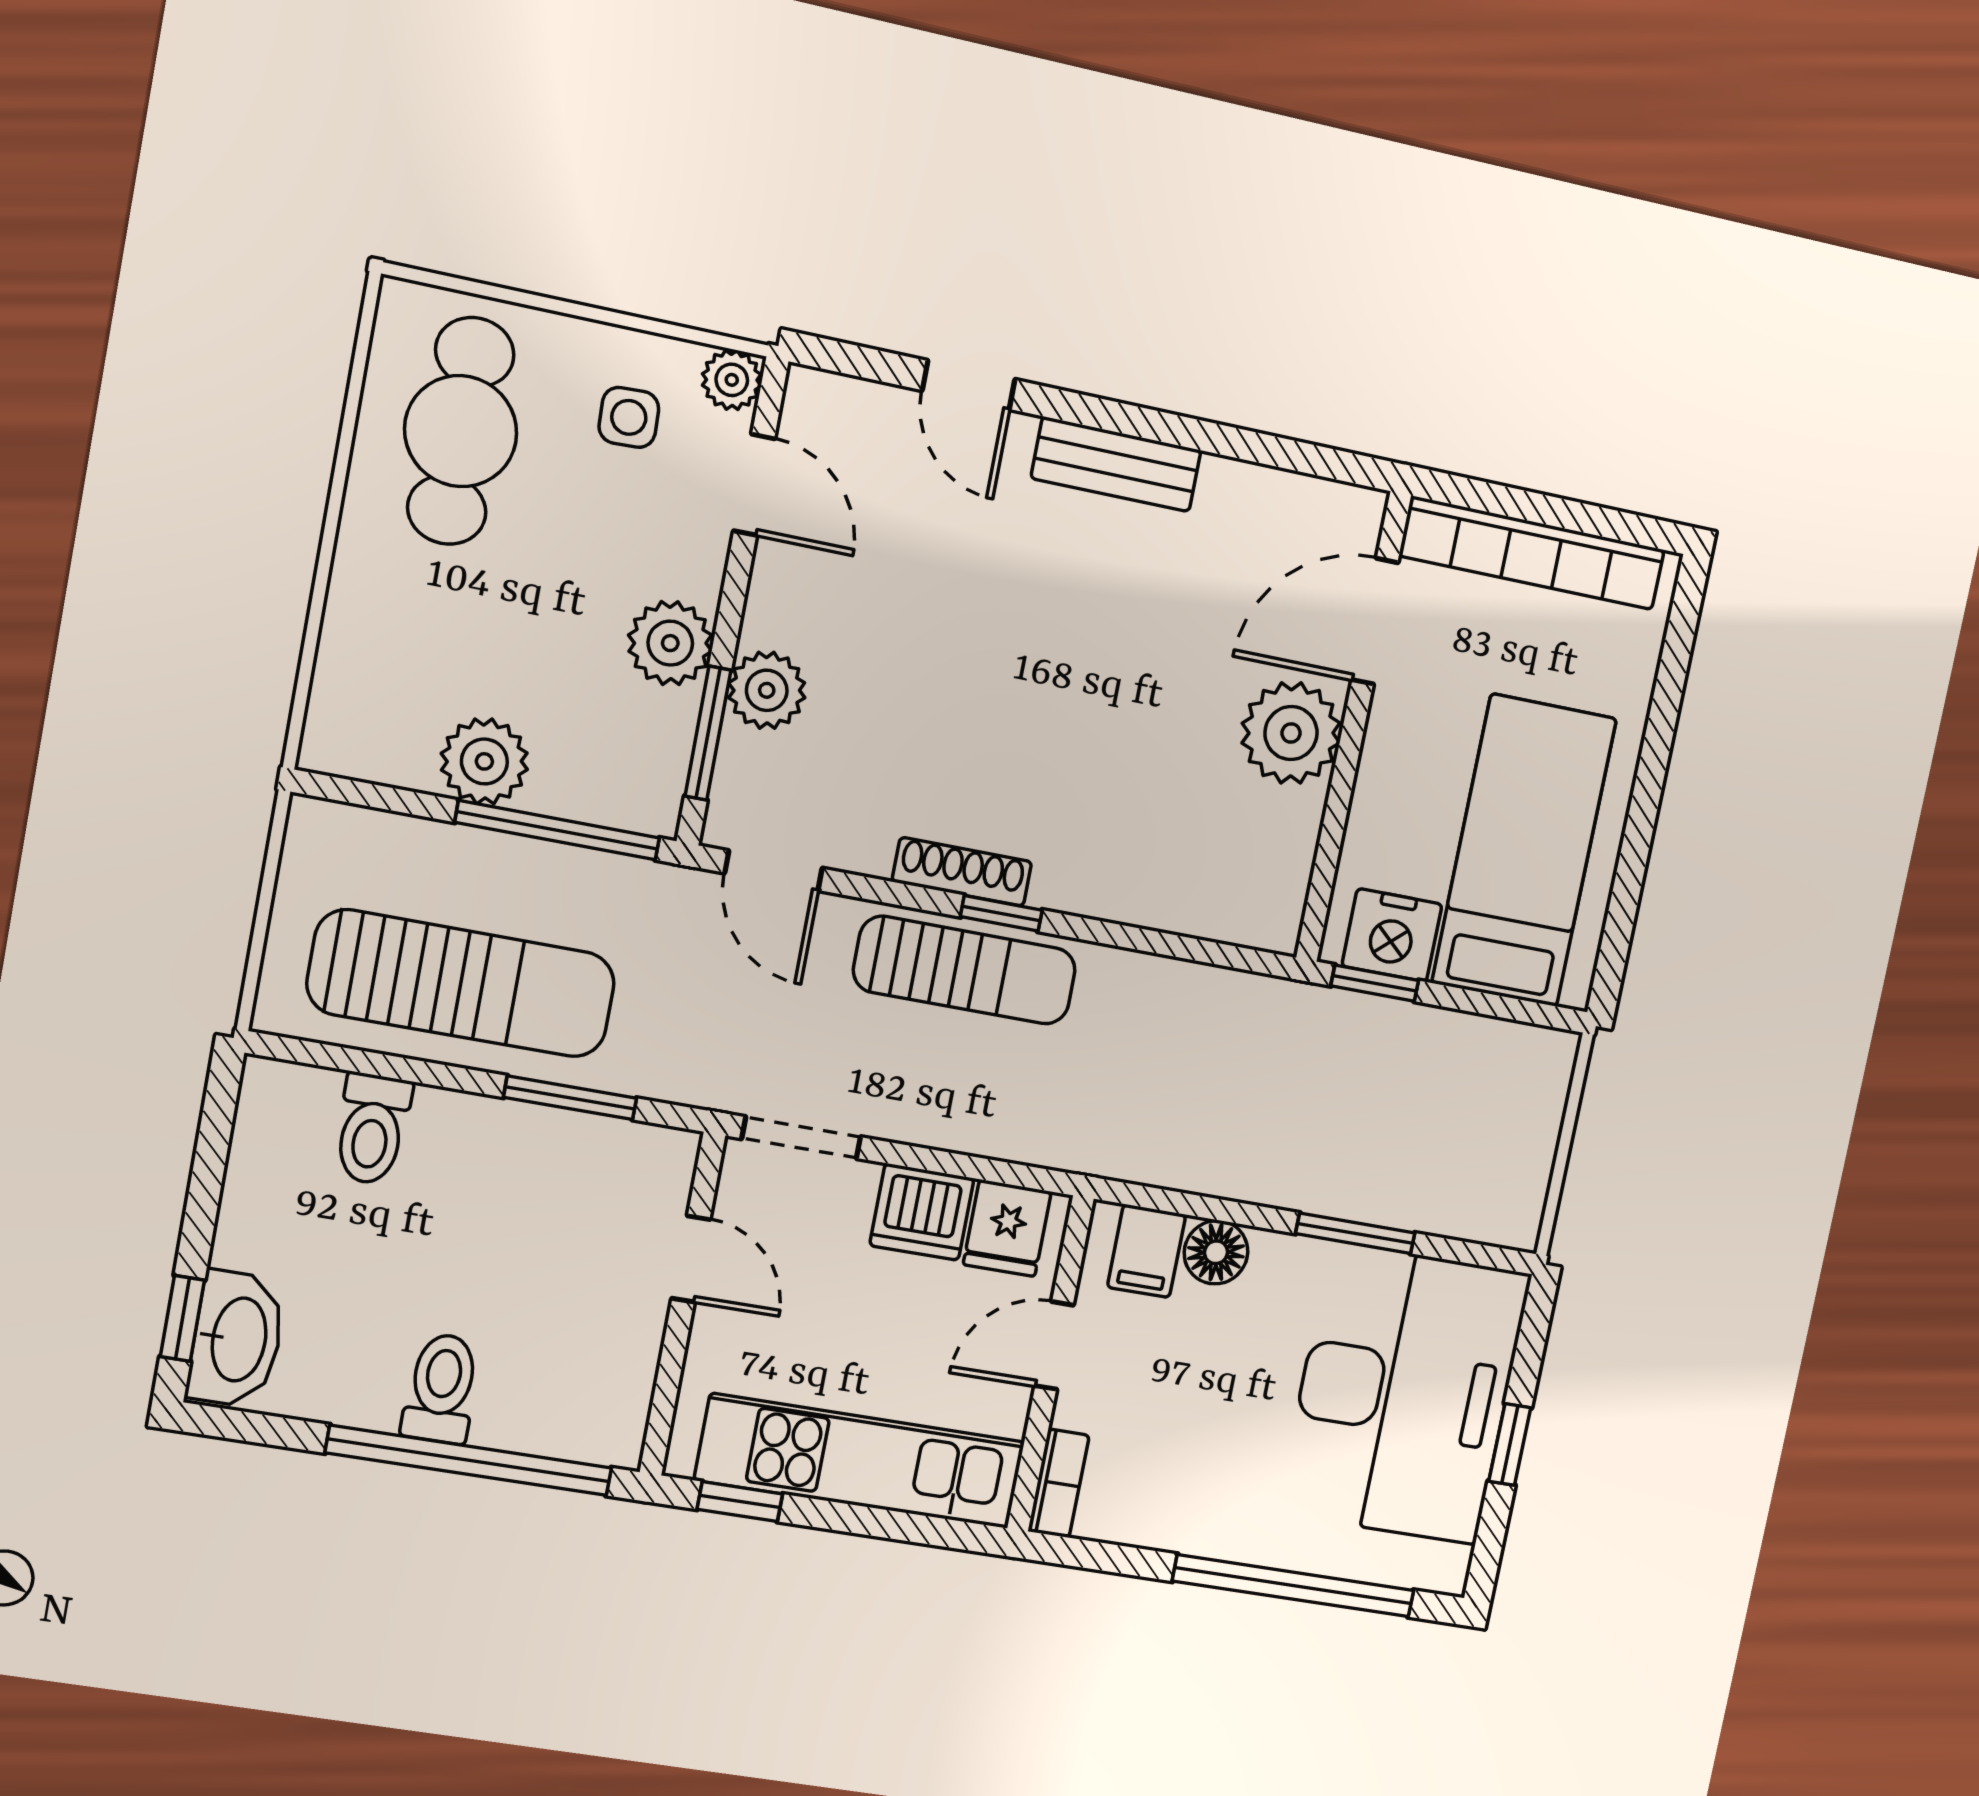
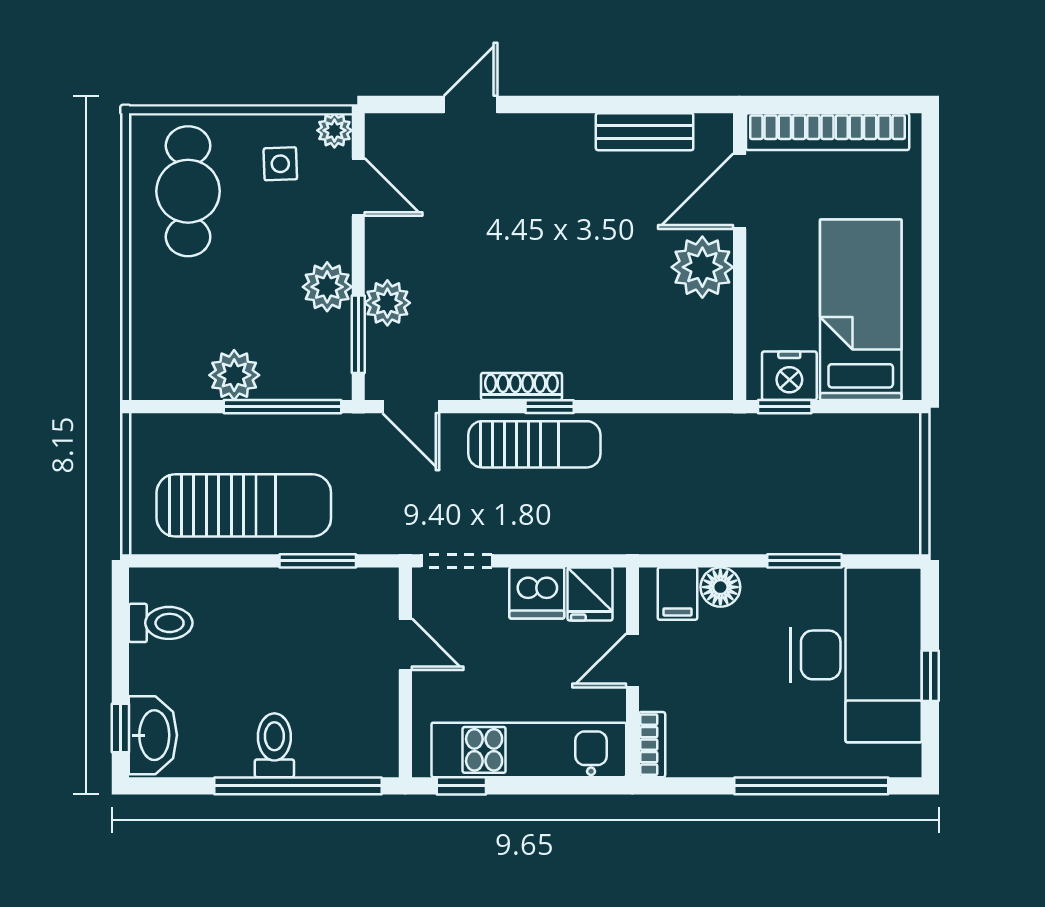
door: (969, 385) -> (471, 105), swing flipped
bench: (1116, 464) -> (645, 132), moved
toilet: (372, 1129) -> (161, 623), moved, turned -90

